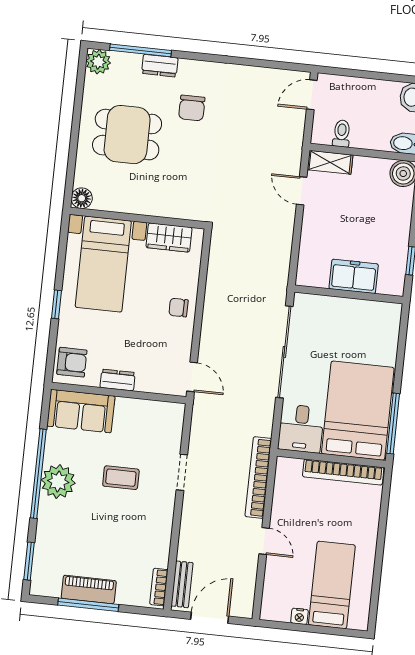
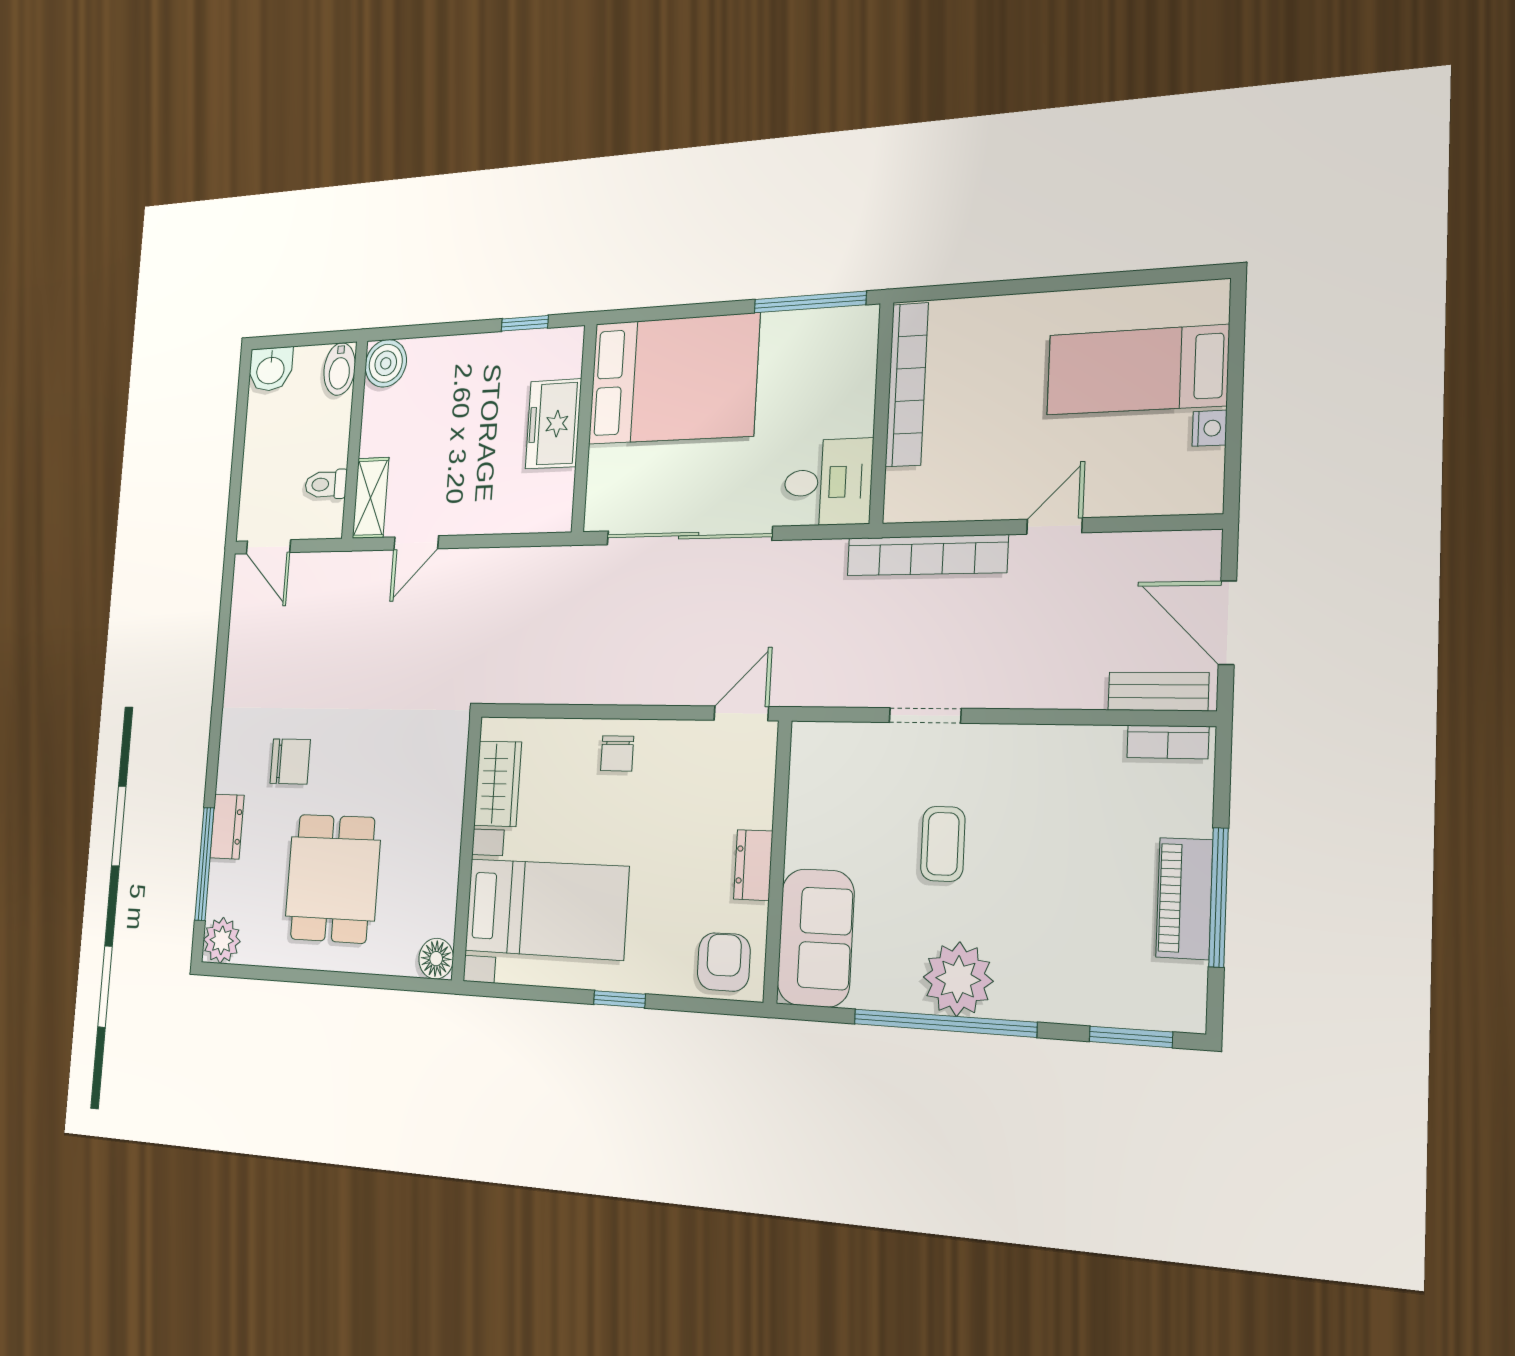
bed: (358, 411) -> (673, 379), moved, turned 180

